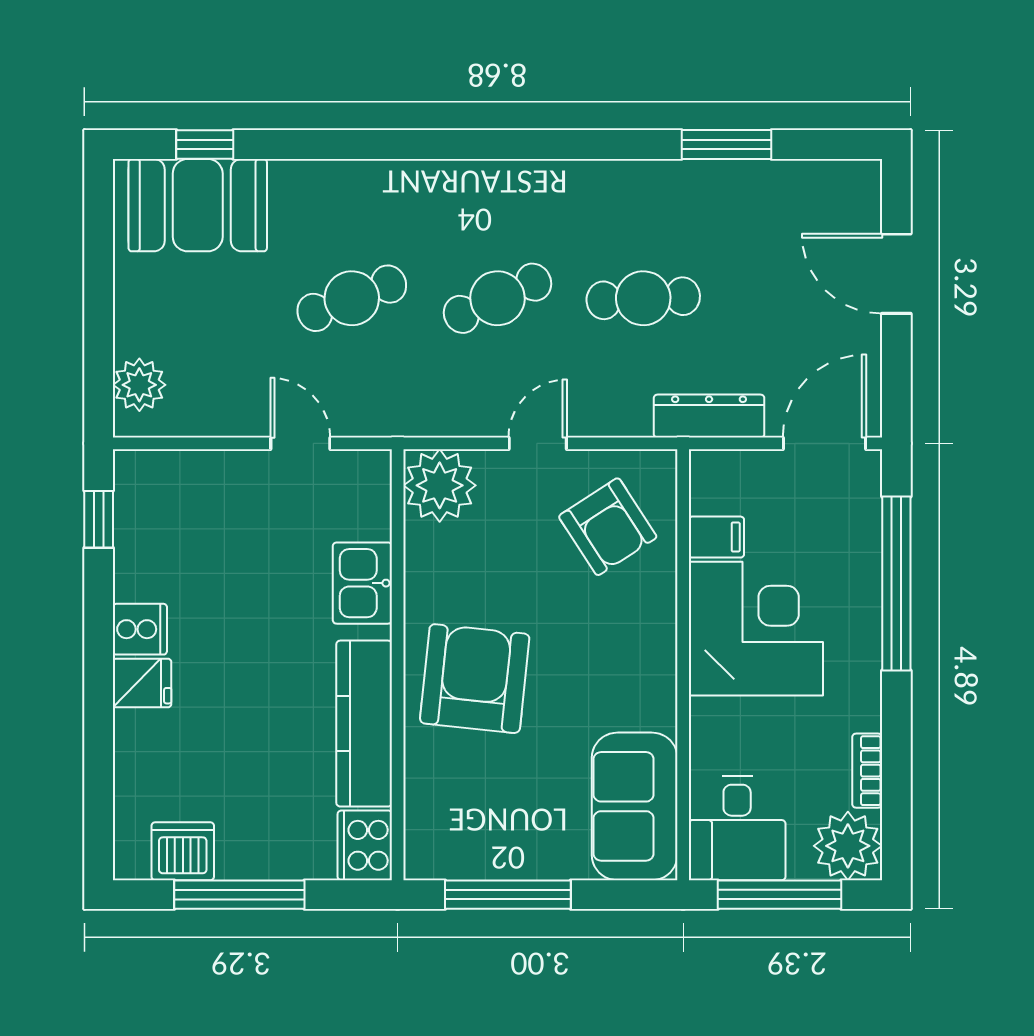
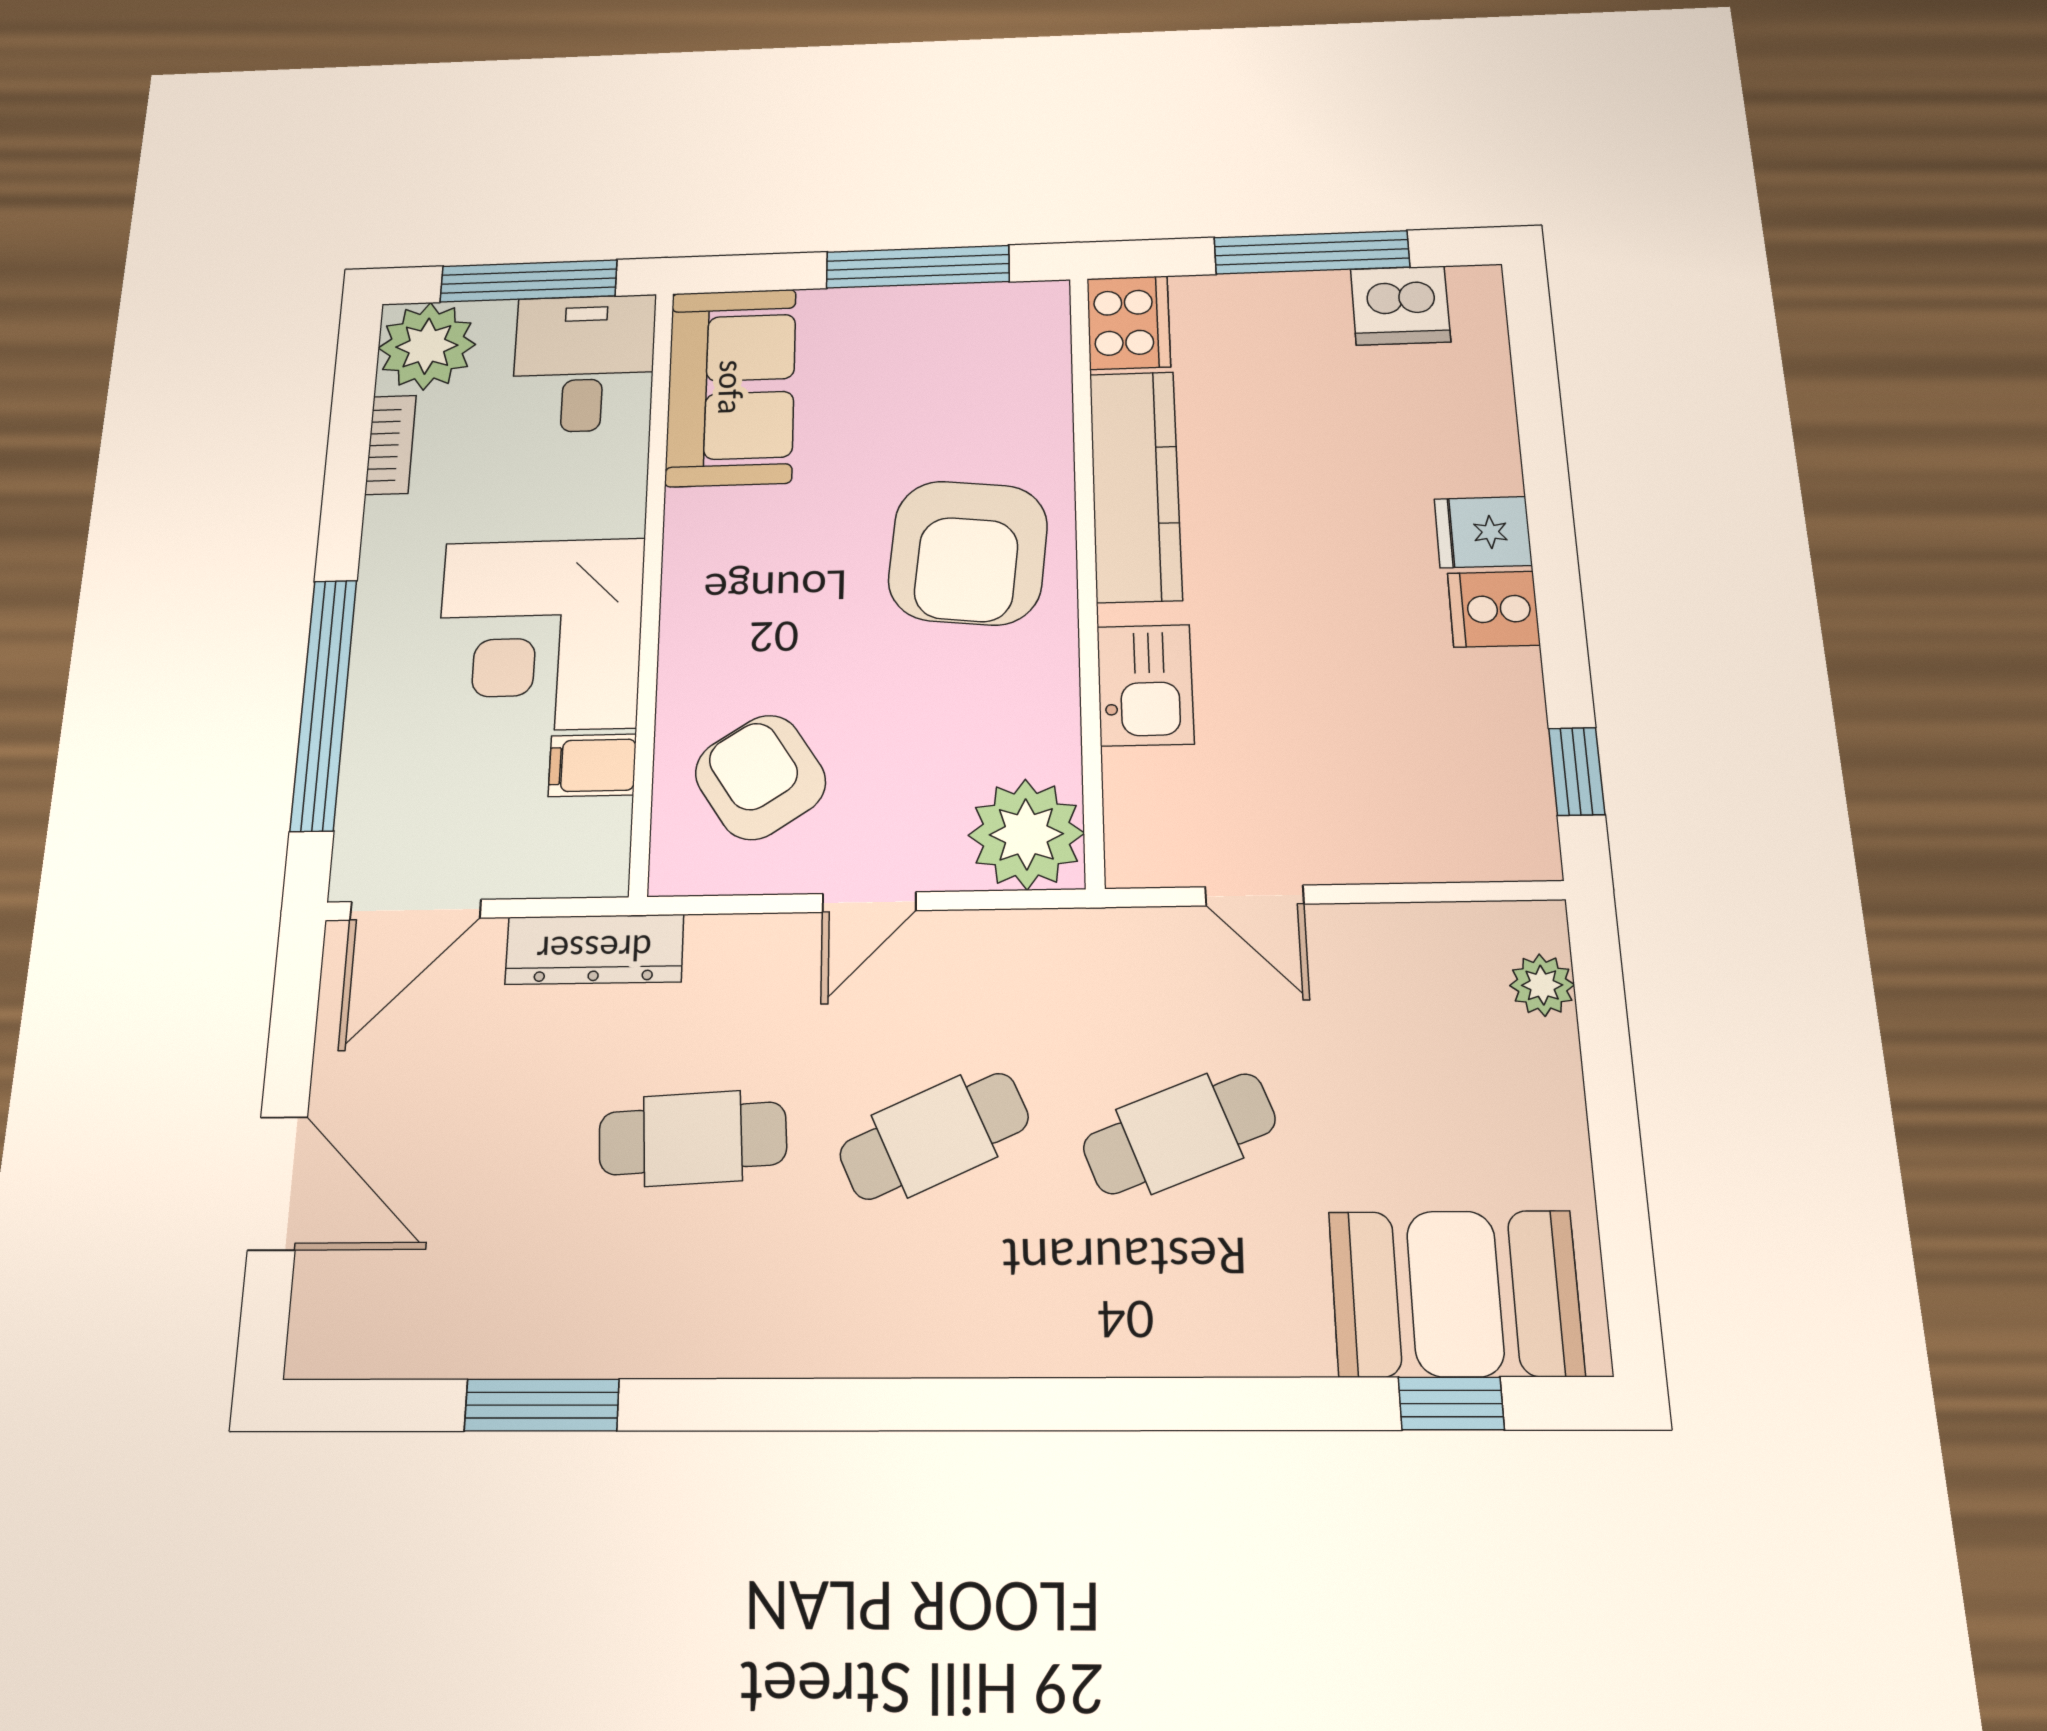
plant: (139, 385) -> (1542, 985), width x0.73, depth x0.73

